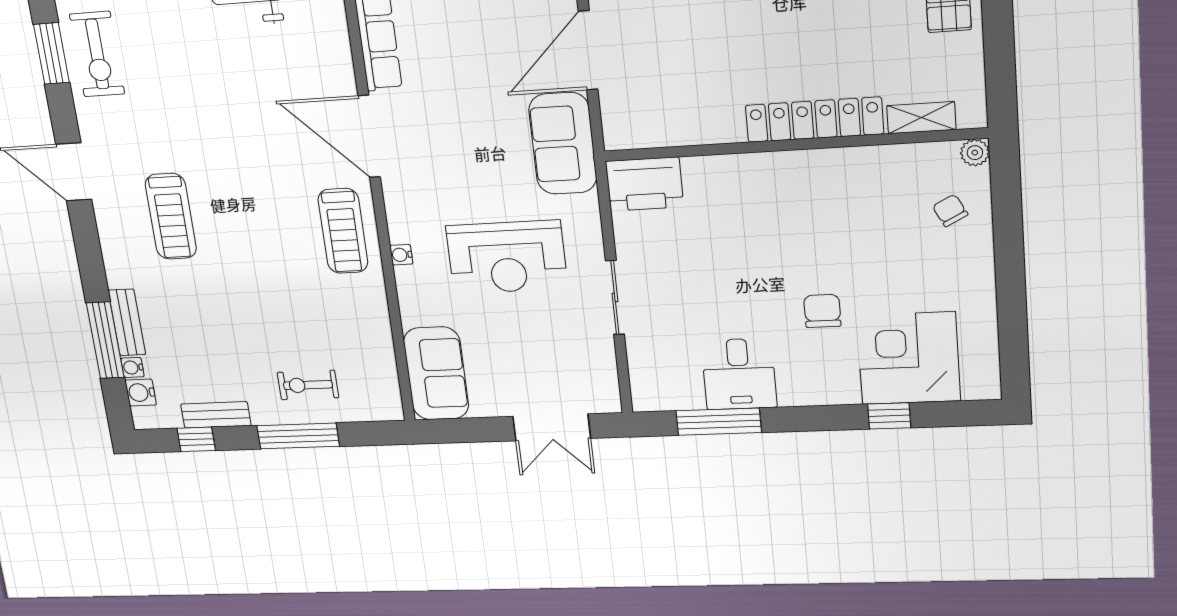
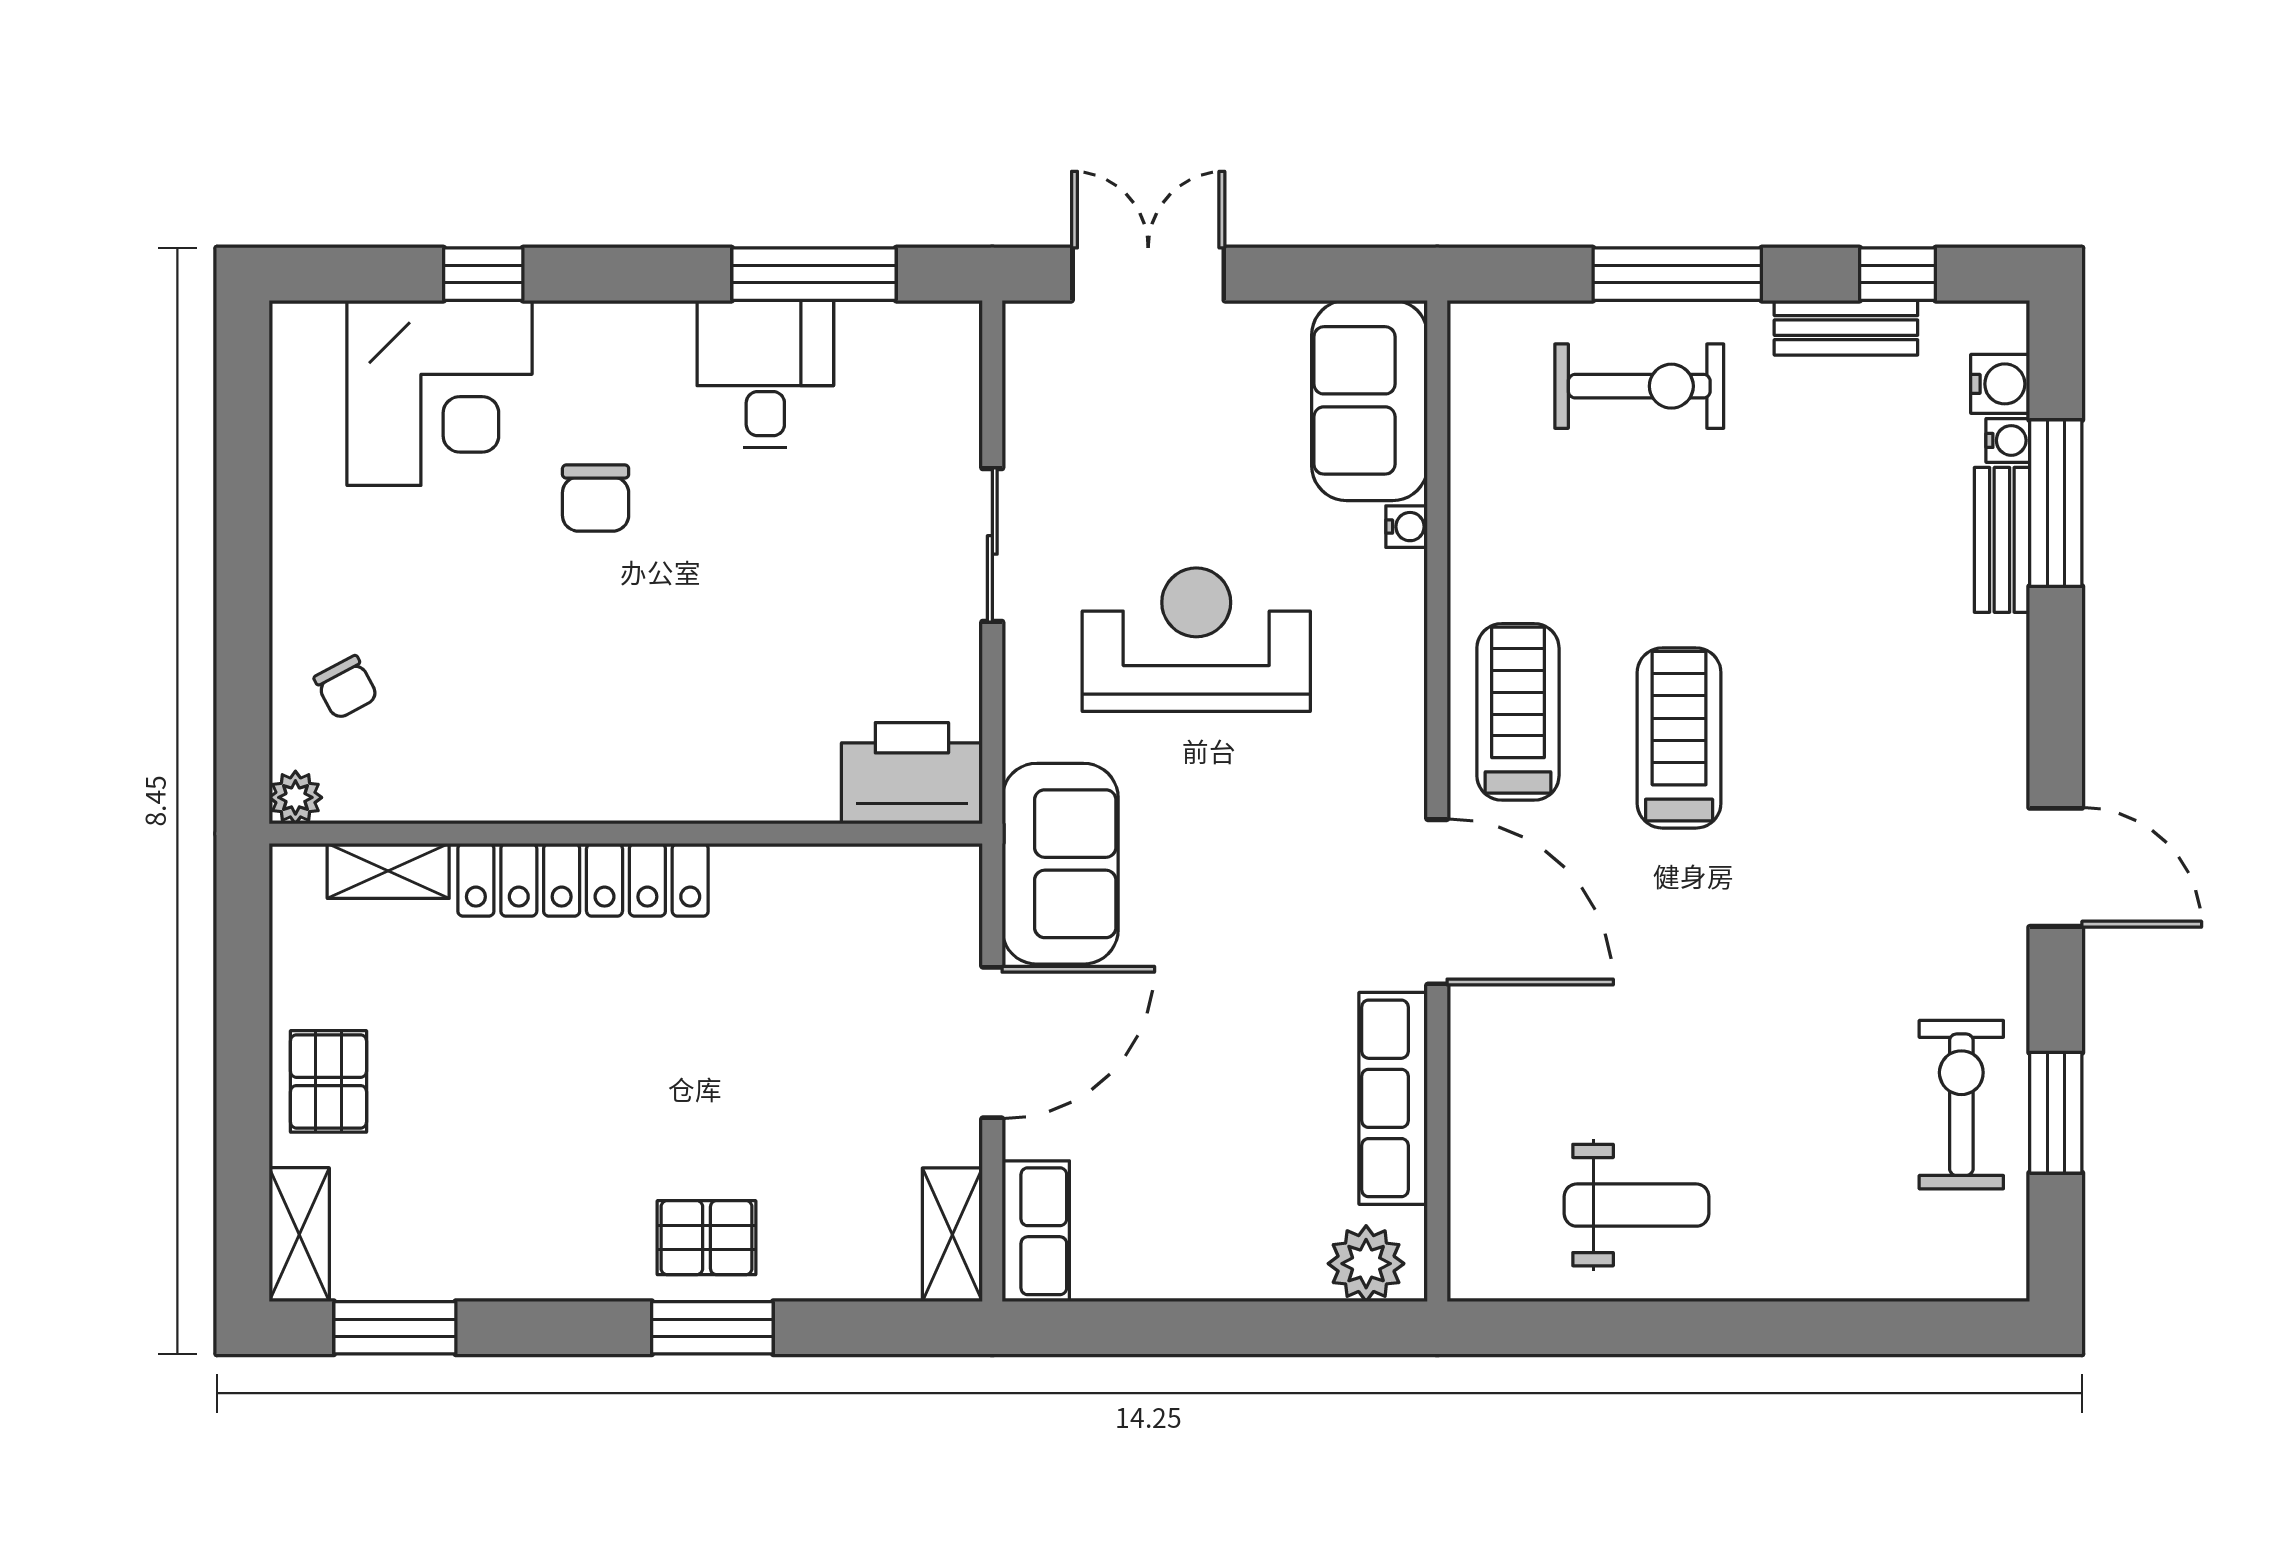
treadmill: (171, 216) -> (1679, 738), moved
water cooler: (401, 255) -> (1407, 527), moved
exercise bike: (308, 385) -> (1639, 386), width x1.38, depth x1.39

